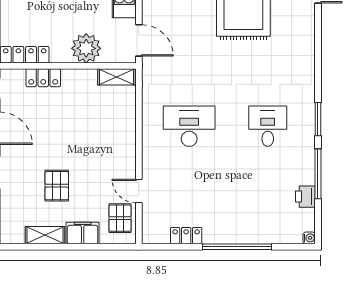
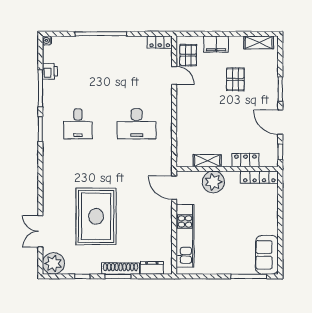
shelving: (116, 77) -> (207, 161), moved
shelving: (45, 235) -> (259, 42), moved
locker: (186, 236) -> (160, 42), moved

